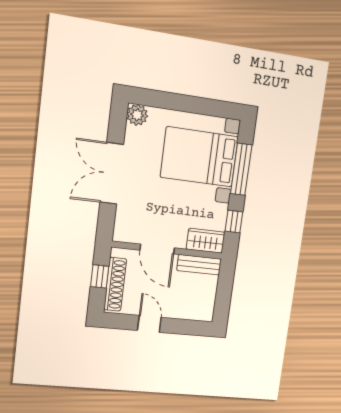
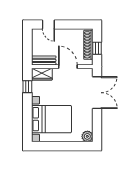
window: (241, 169) -> (27, 116), removed
double door: (112, 173) -> (97, 93), moved
door: (149, 324) -> (48, 24), moved

